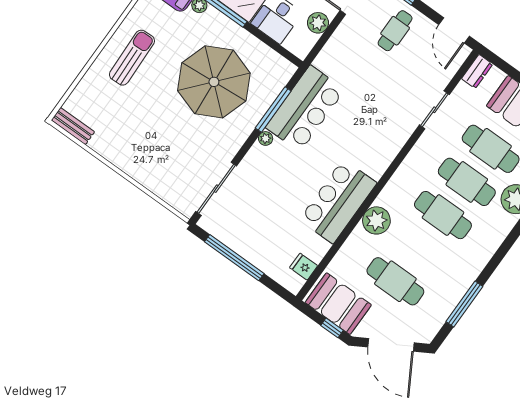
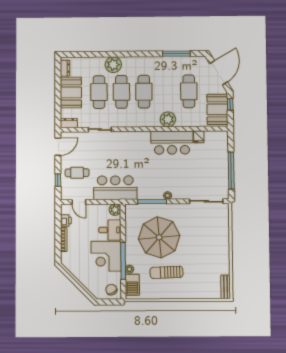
plant: (318, 23) -> (115, 210), moved
sun lounger: (132, 58) -> (166, 272), moved
bar counter: (305, 108) -> (115, 188), moved
fridge: (304, 267) -> (199, 137), moved

